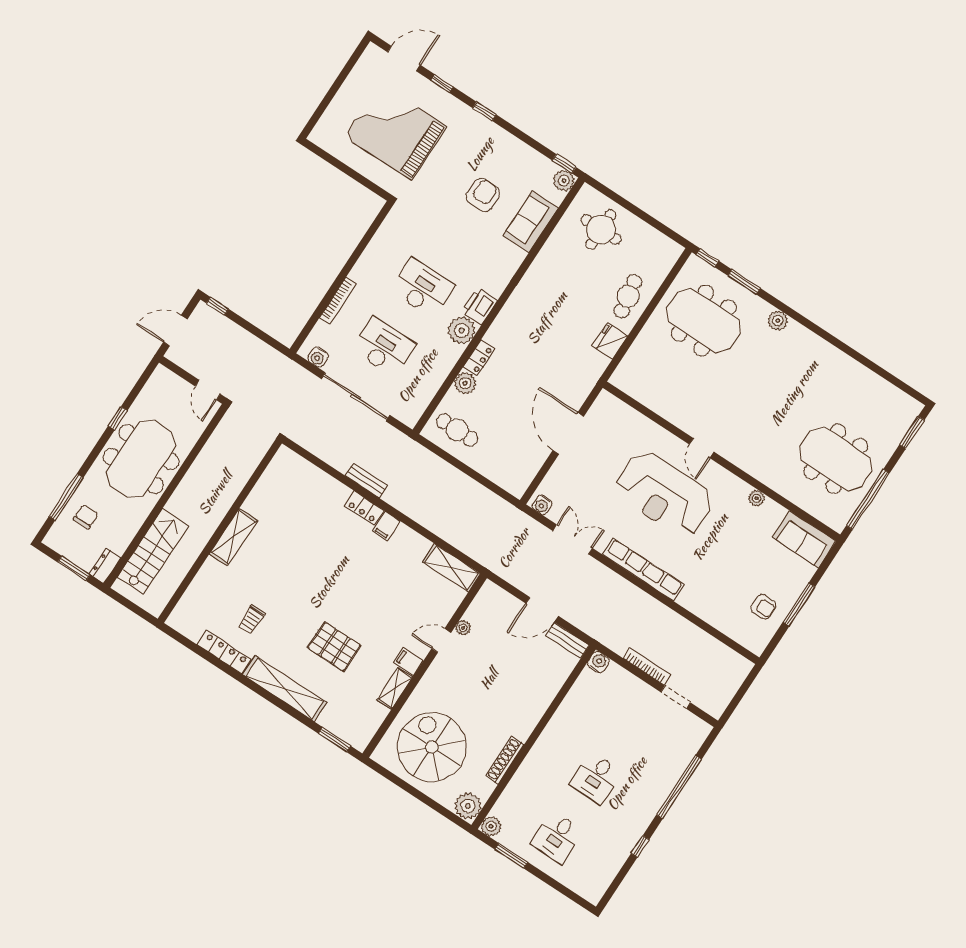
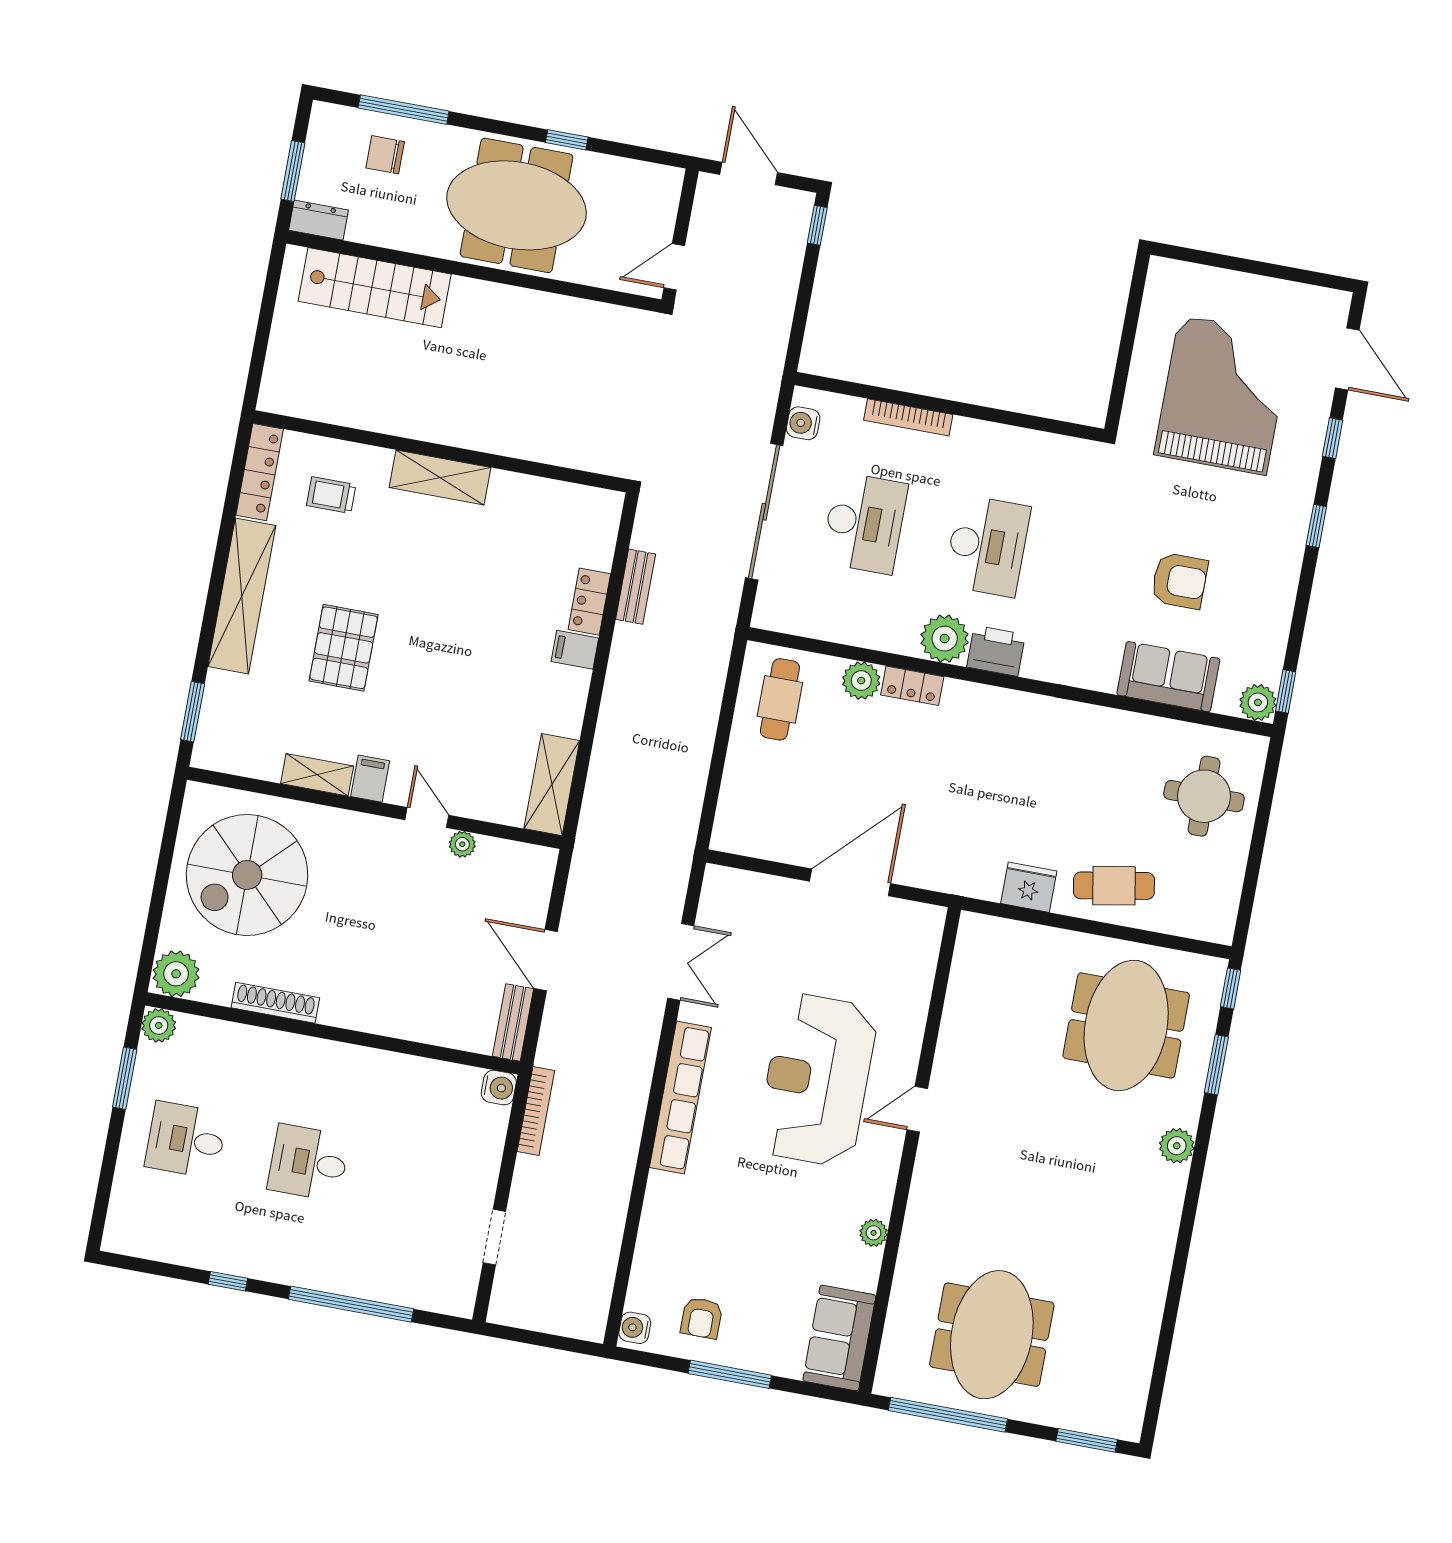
water cooler: (542, 505) -> (635, 1328), moved
chair: (86, 517) -> (385, 155), turned 180
wall: (220, 531) -> (440, 451), moved
shelving: (233, 537) -> (440, 478), moved
bookcase: (647, 667) -> (536, 1111), moved
spiral stairs: (432, 747) -> (247, 875), turned 180

